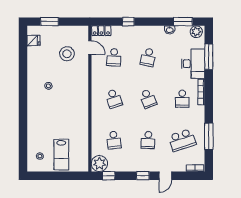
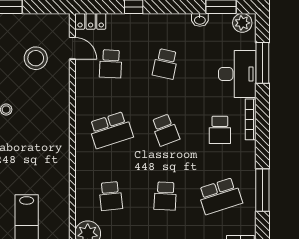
school desk: (114, 99) -> (111, 130), width x1.85

